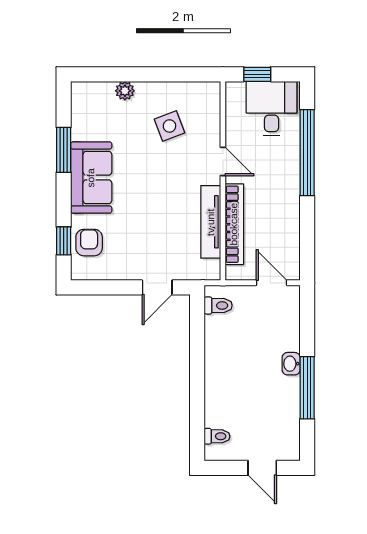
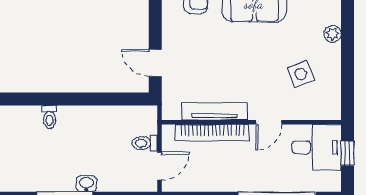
desk: (272, 109) -> (316, 147), moved
toilet: (218, 305) -> (145, 143), moved, turned 90
toilet: (217, 436) -> (50, 117), moved

